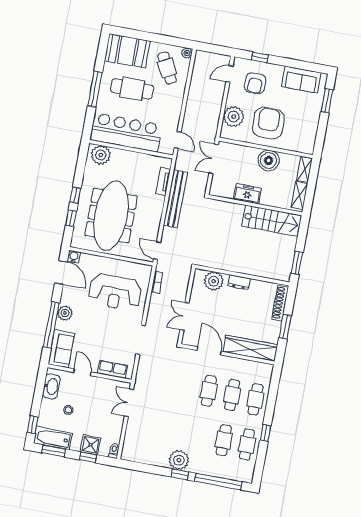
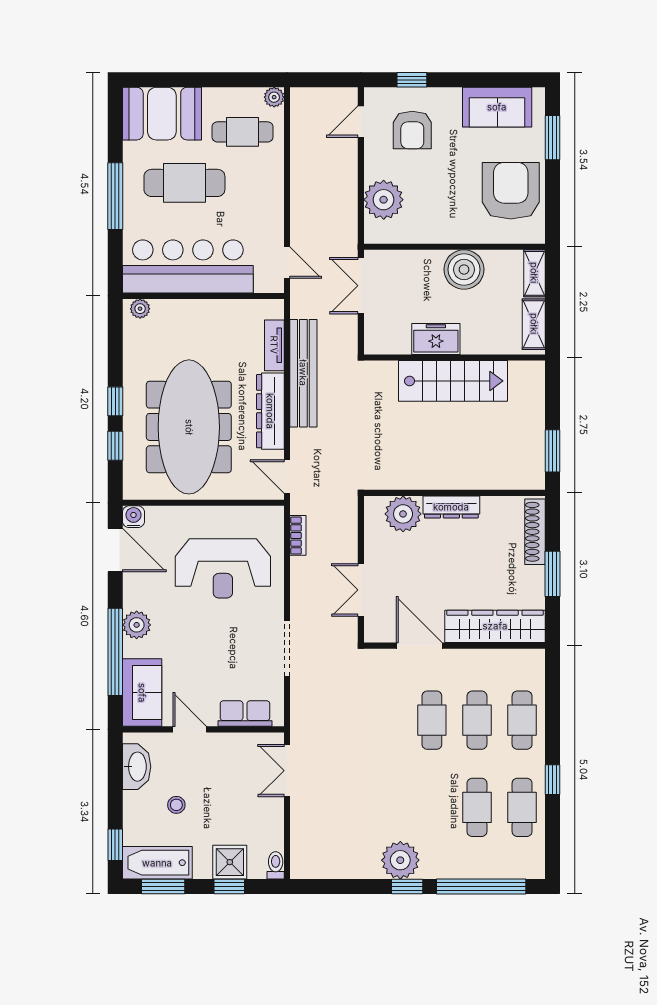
cafe table: (167, 68) -> (242, 132), turned -62
armchair: (268, 123) -> (511, 191), moved
plant: (101, 155) -> (140, 309), width x0.53, depth x0.53
dresser: (155, 215) -> (270, 411), added
stairs: (272, 221) -> (453, 381), moved
dresser: (239, 282) -> (451, 507), width x1.44

